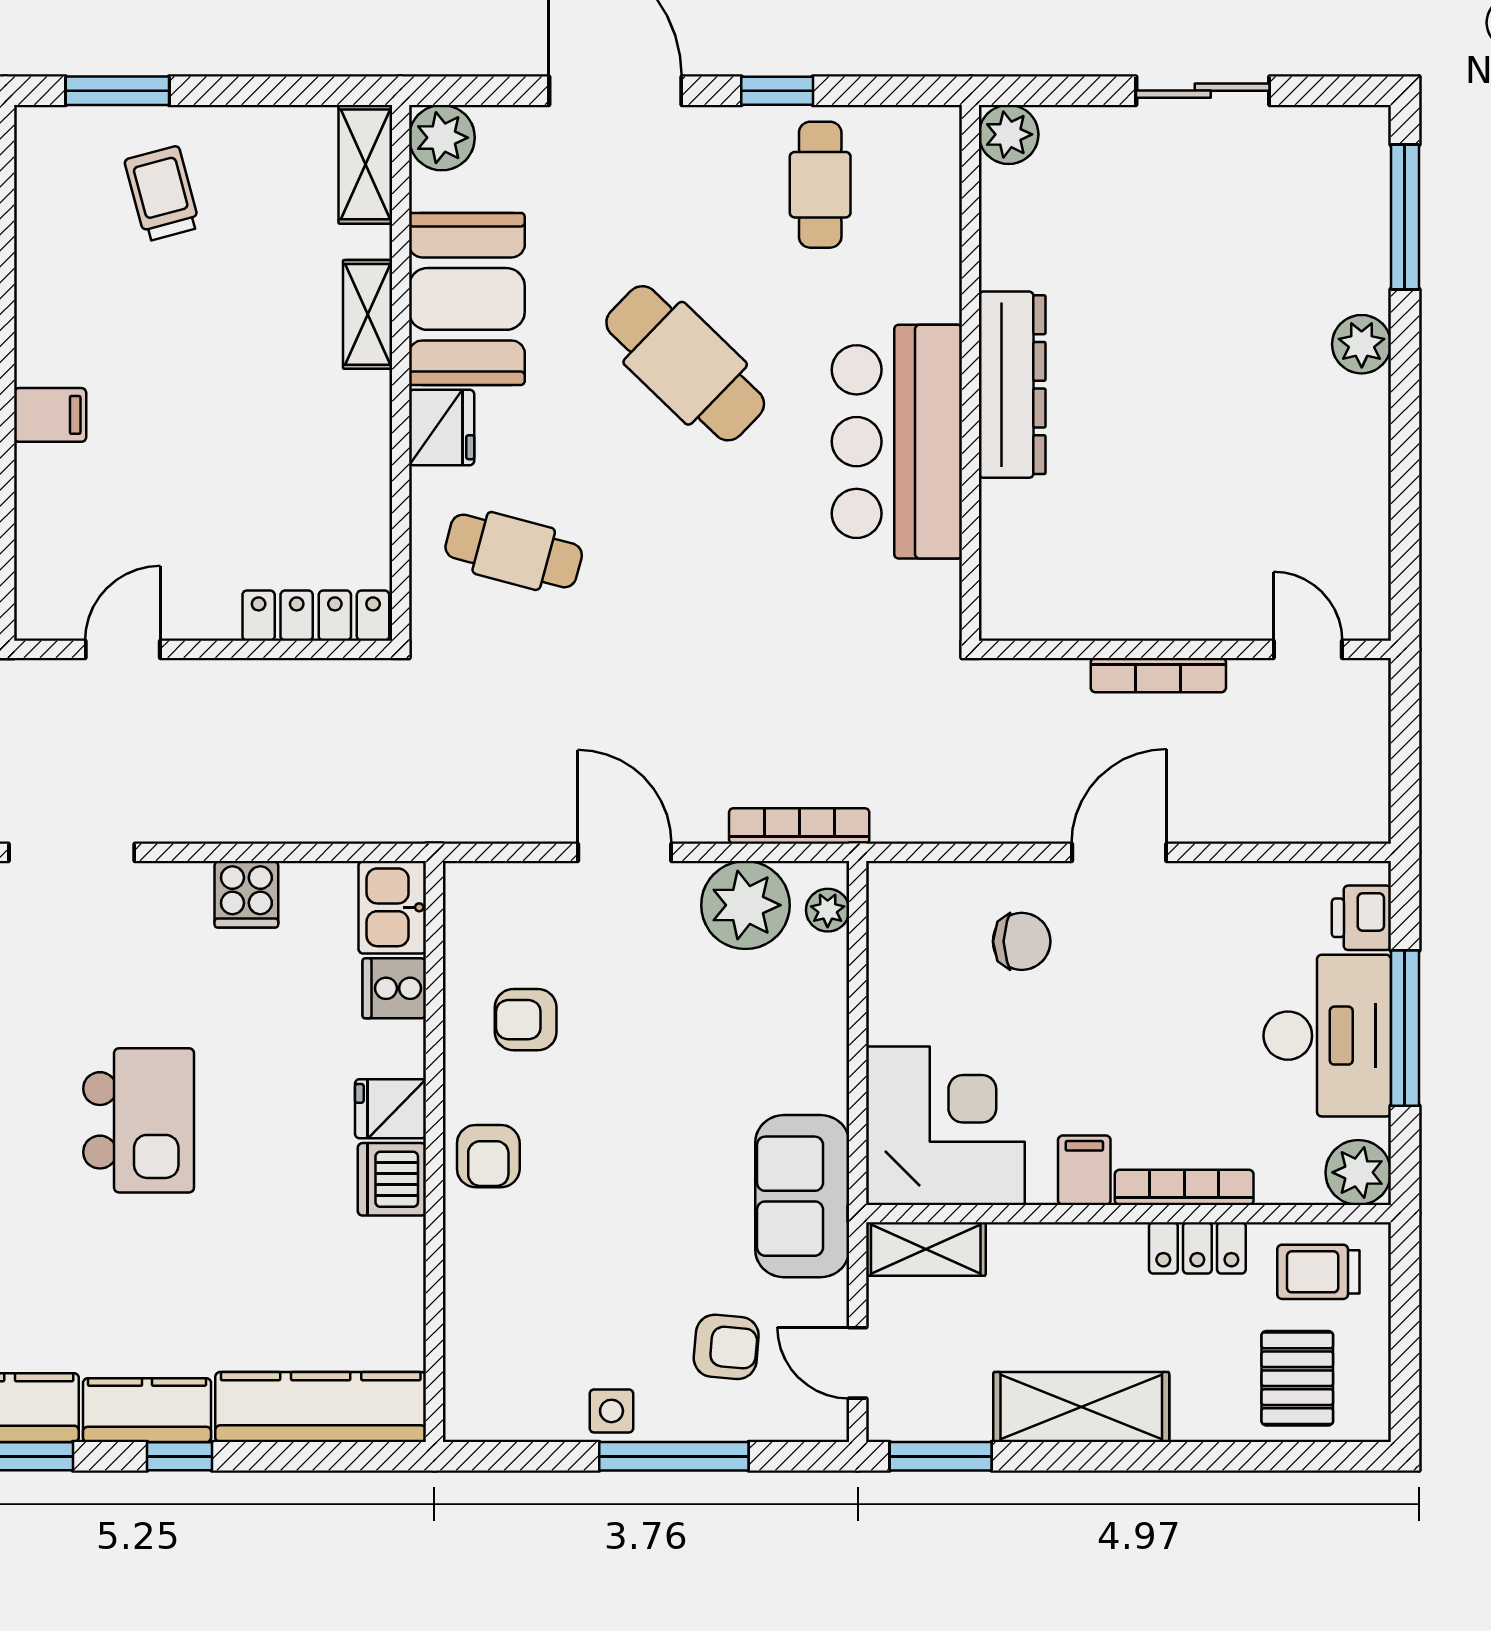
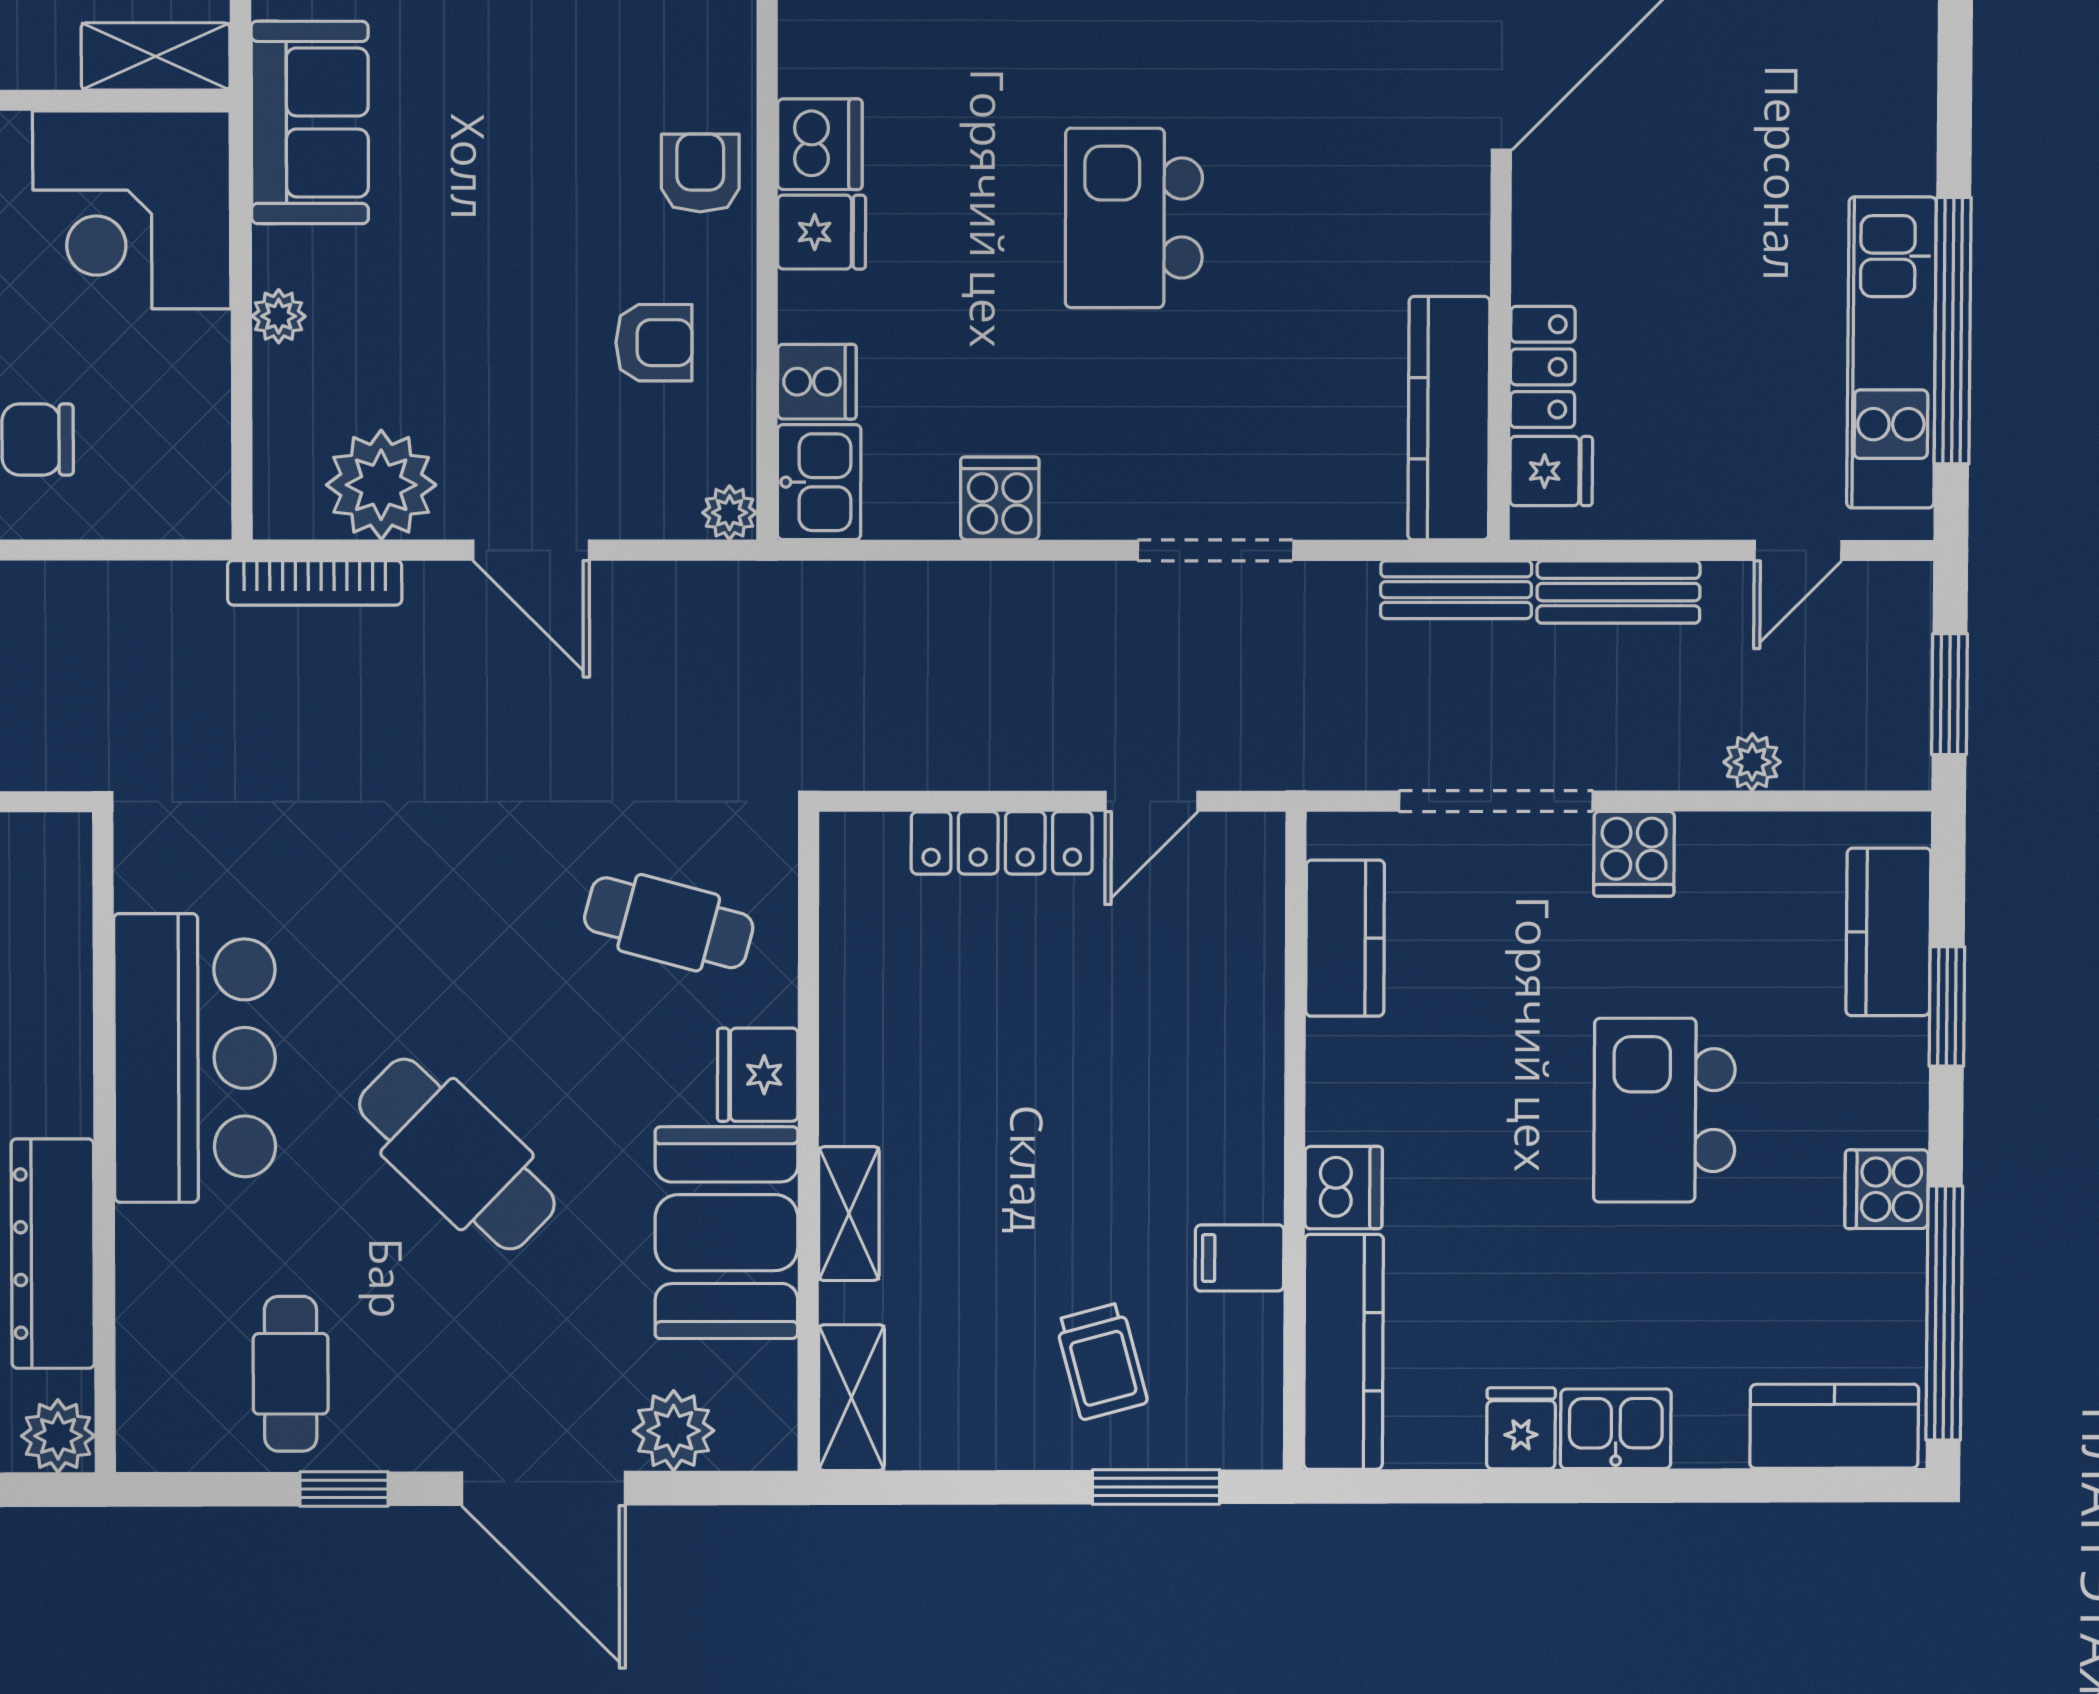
plant: (442, 138) -> (674, 1431), moved
dresser: (1012, 385) -> (53, 1254), moved
filing cabinet: (50, 415) -> (1240, 1258), moved
locker: (316, 616) -> (1002, 843), moved
plant: (465, 883) -> (729, 513), added
plant: (828, 910) -> (279, 316), moved

